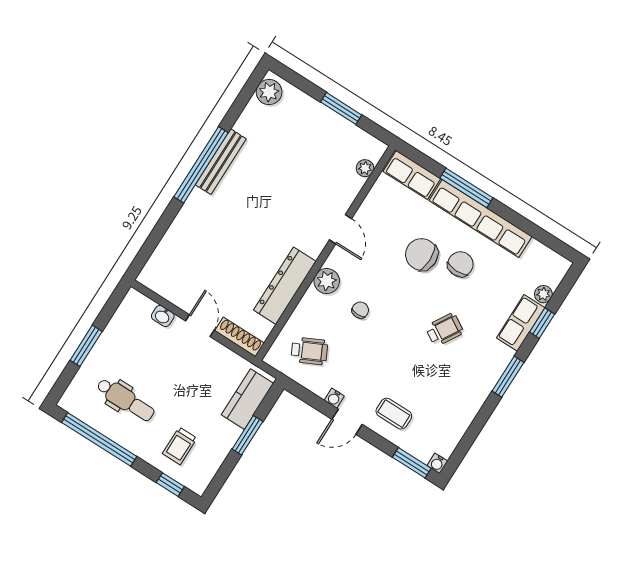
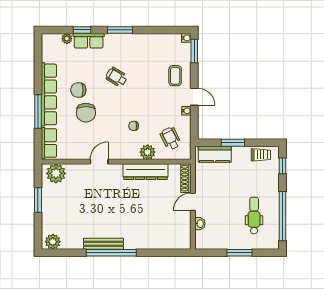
plant: (365, 168) -> (56, 173), width x1.88, depth x1.88
plant: (327, 281) -> (148, 152), moved
trolley: (180, 446) -> (261, 155), moved

